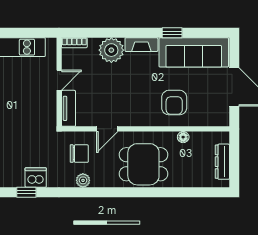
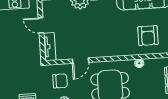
door: (59, 80) -> (41, 25), swing flipped
armchair: (174, 103) -> (148, 36), moved

